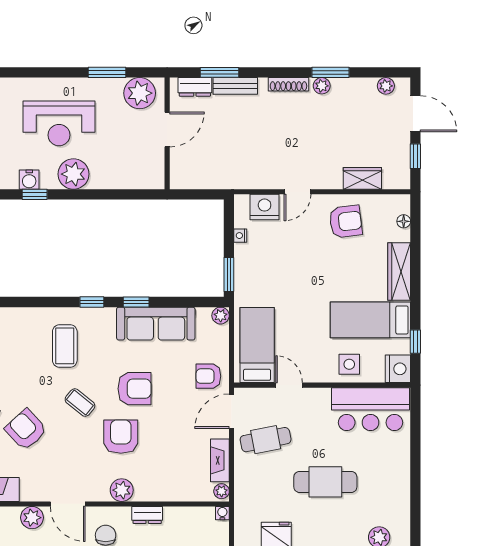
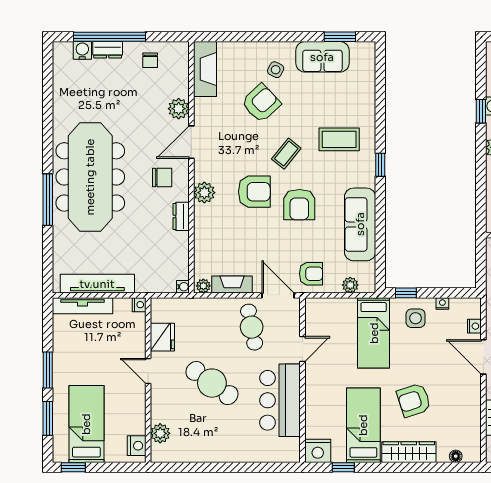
door: (297, 192) -> (483, 357), width x1.38
nightstand: (265, 207) -> (474, 326), width x0.53, depth x0.56
armchair: (346, 222) -> (414, 400), moved, turned 79
window: (229, 275) -> (406, 293), width x0.67
window: (136, 302) -> (380, 206), removed
plant: (221, 316) -> (350, 285), moved
bed: (257, 345) -> (374, 333), moved, turned 90
side table: (349, 364) -> (416, 318), moved
armchair: (208, 376) -> (311, 274), turned 90
bar counter: (371, 409) -> (280, 400), moved
cafe table: (325, 482) -> (212, 383), turned -54

